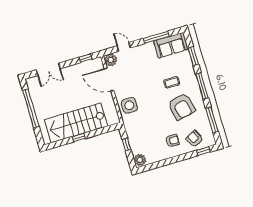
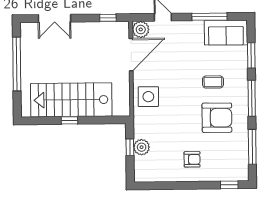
door: (109, 79) -> (131, 55), swing flipped
armchair: (182, 107) -> (217, 118), turned -77
armchair: (195, 139) -> (222, 165), removed
plant: (140, 160) -> (142, 147), moved

